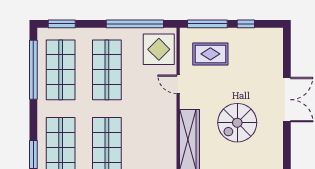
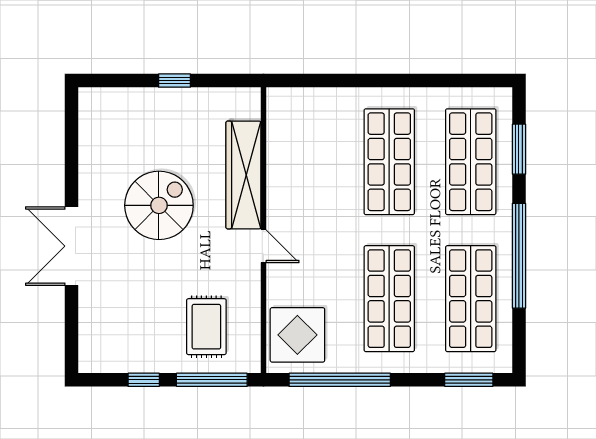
rug: (210, 54) -> (206, 327), turned 90
window: (33, 70) -> (519, 256), moved
door: (178, 84) -> (263, 246), moved

